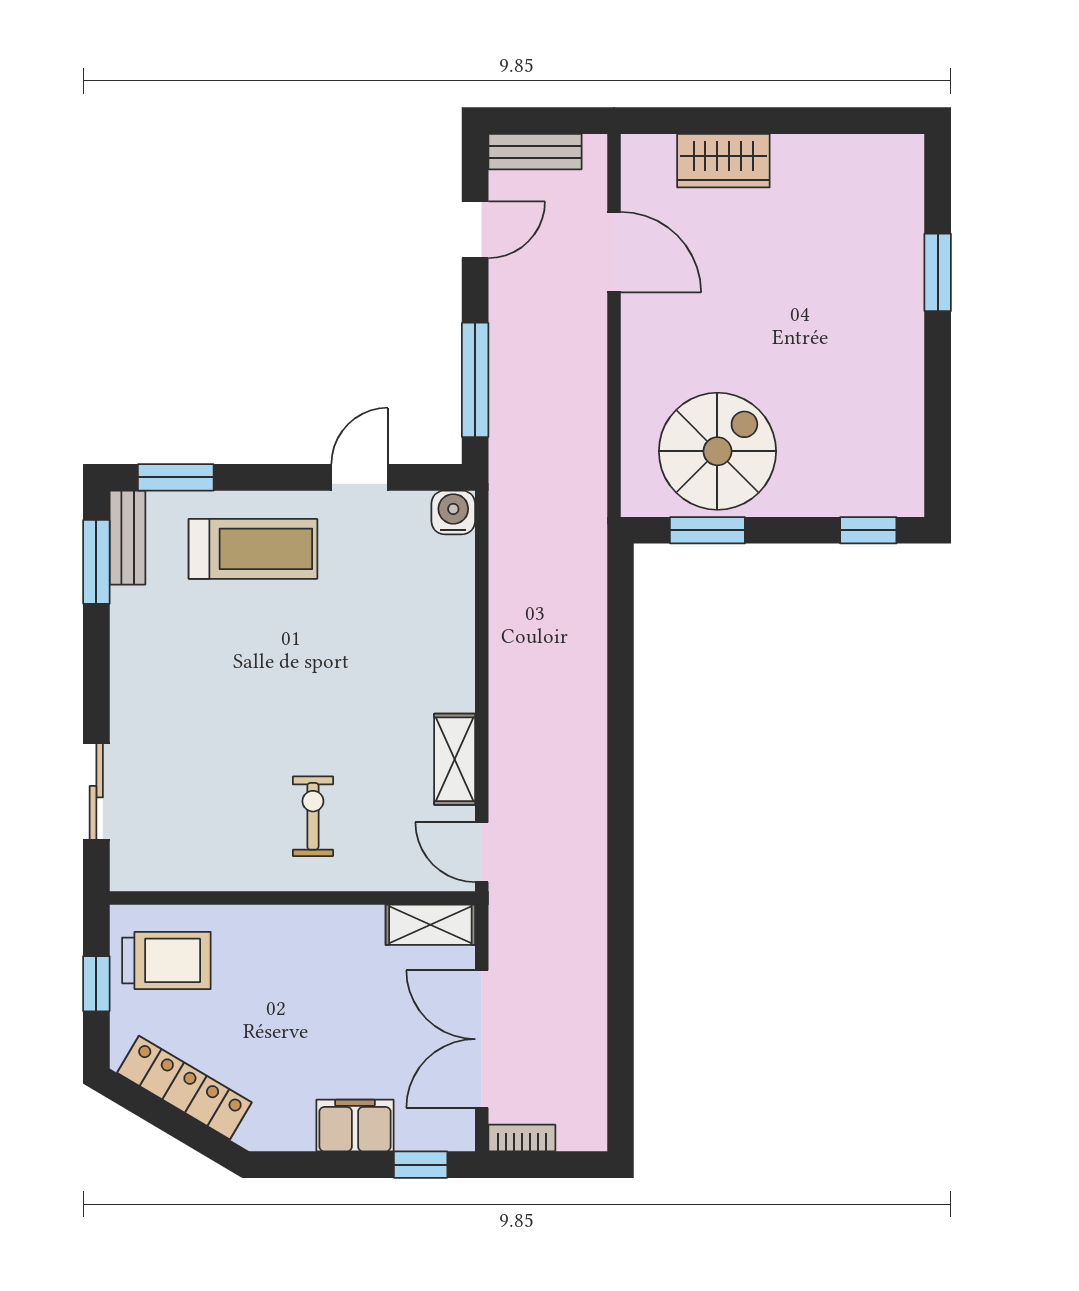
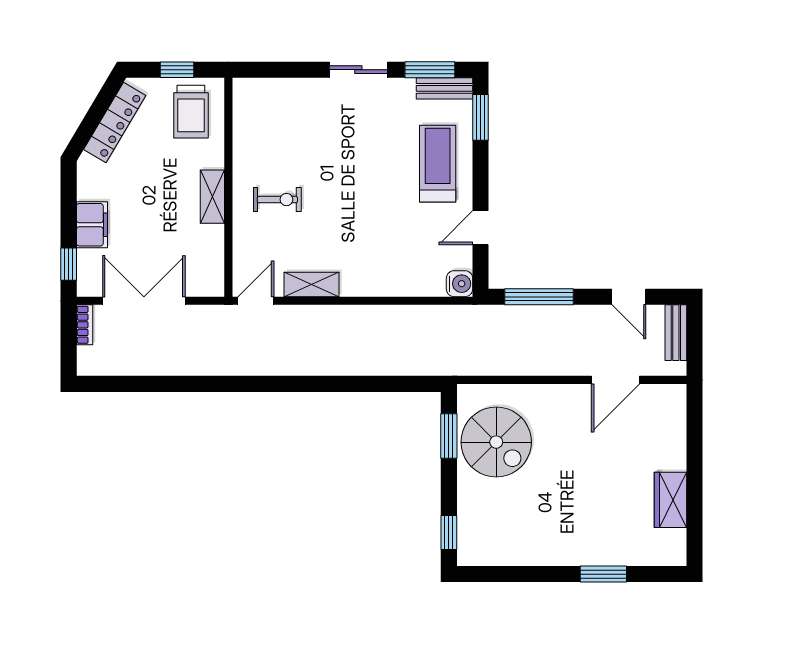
wardrobe: (723, 161) -> (670, 500), moved
door: (360, 477) -> (481, 228), swing flipped
treadmill: (253, 549) -> (438, 164), turned 180
sliding door: (96, 792) -> (358, 70), moved
shelving: (430, 925) -> (212, 197), moved

